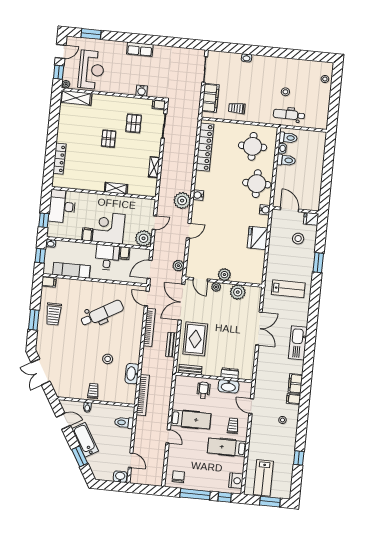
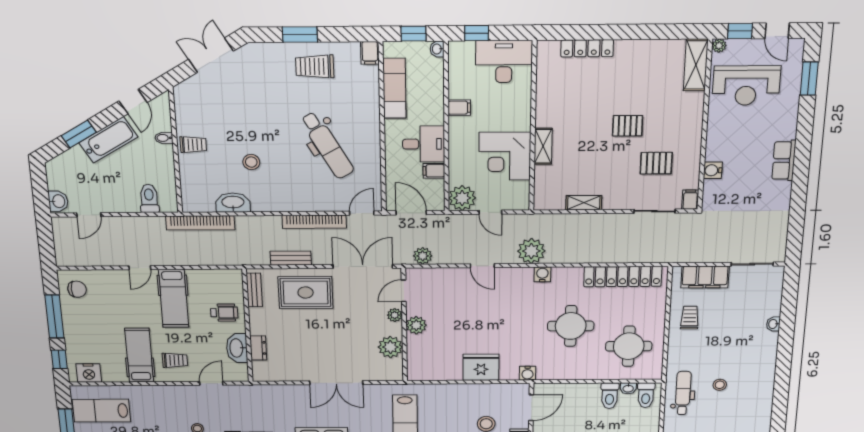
round table: (257, 184) -> (571, 326), moved
corner desk: (109, 228) -> (505, 156), moved, turned 180

